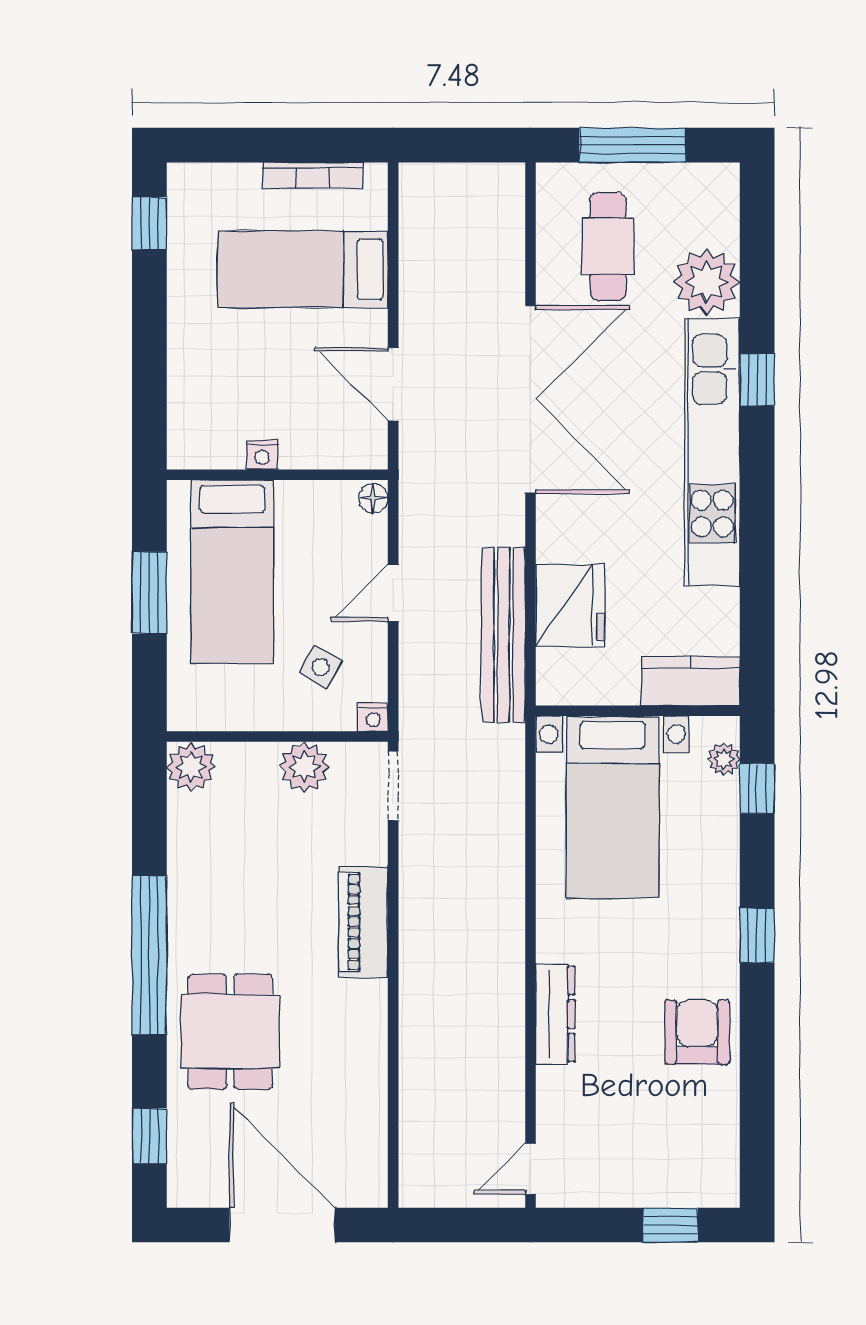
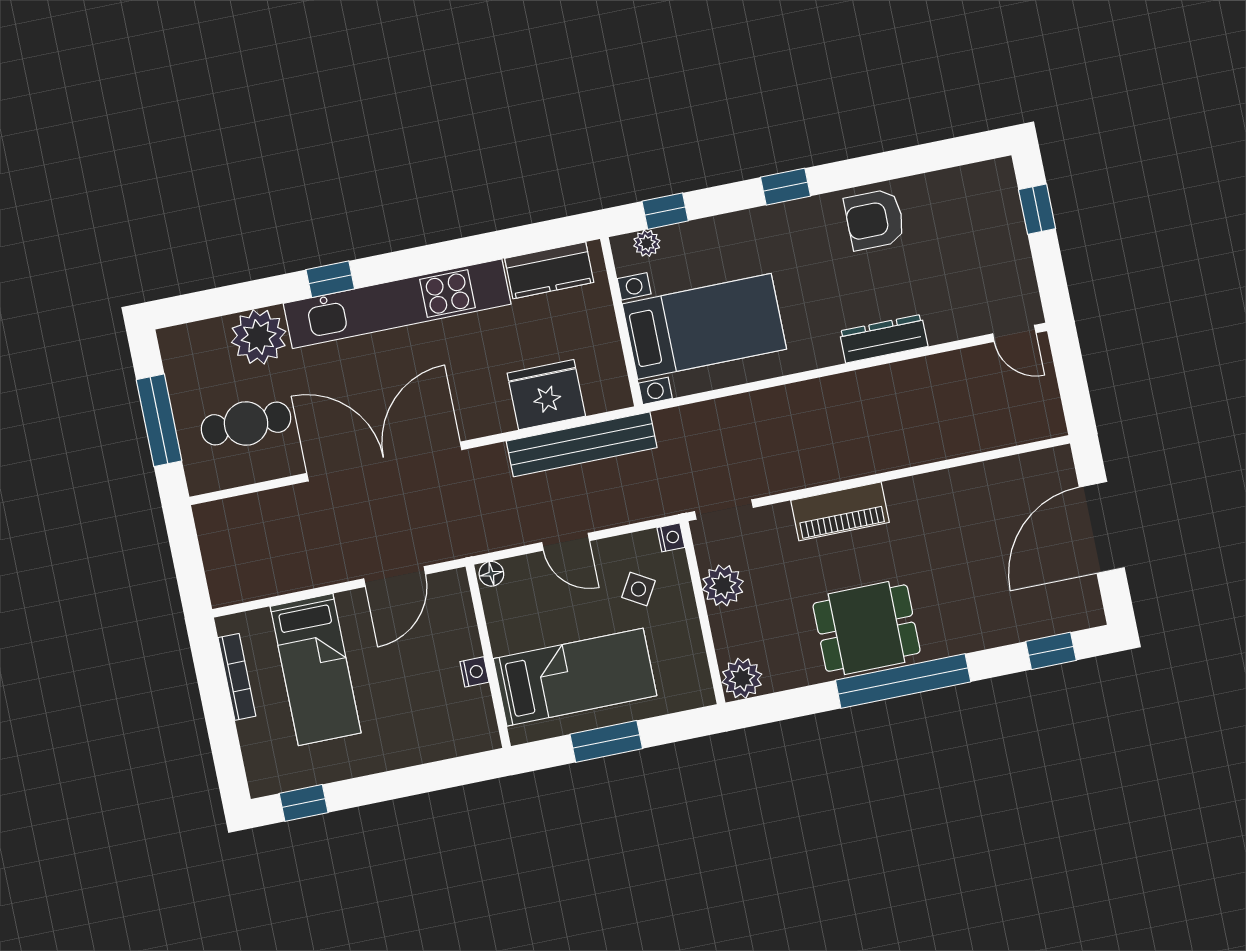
kitchen counter: (691, 681) -> (549, 270), moved, turned -90
dining table: (230, 1032) -> (867, 628), moved

